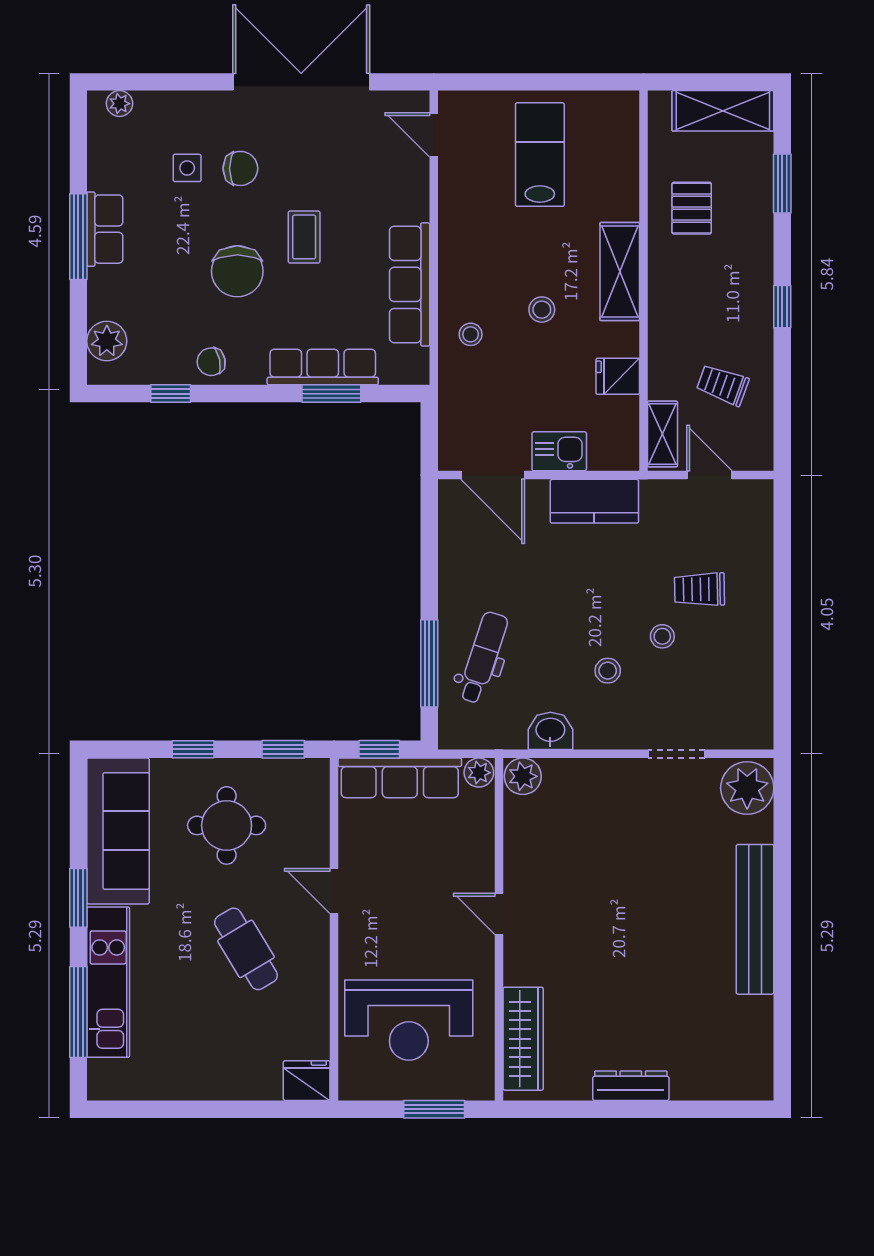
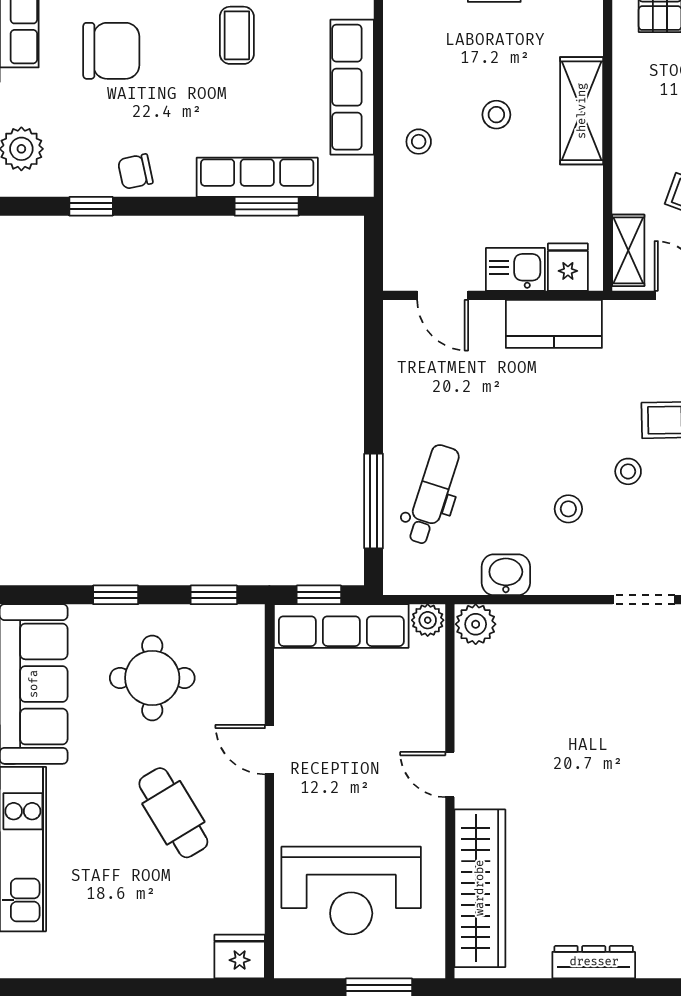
chair: (237, 271) -> (111, 51), moved, turned -90
shelving: (620, 272) -> (582, 111), moved
fridge: (618, 376) -> (568, 267), moved, turned 90
door: (493, 475) -> (443, 295), width x0.73
wardrobe: (523, 1039) -> (480, 888), width x1.40, depth x1.17

